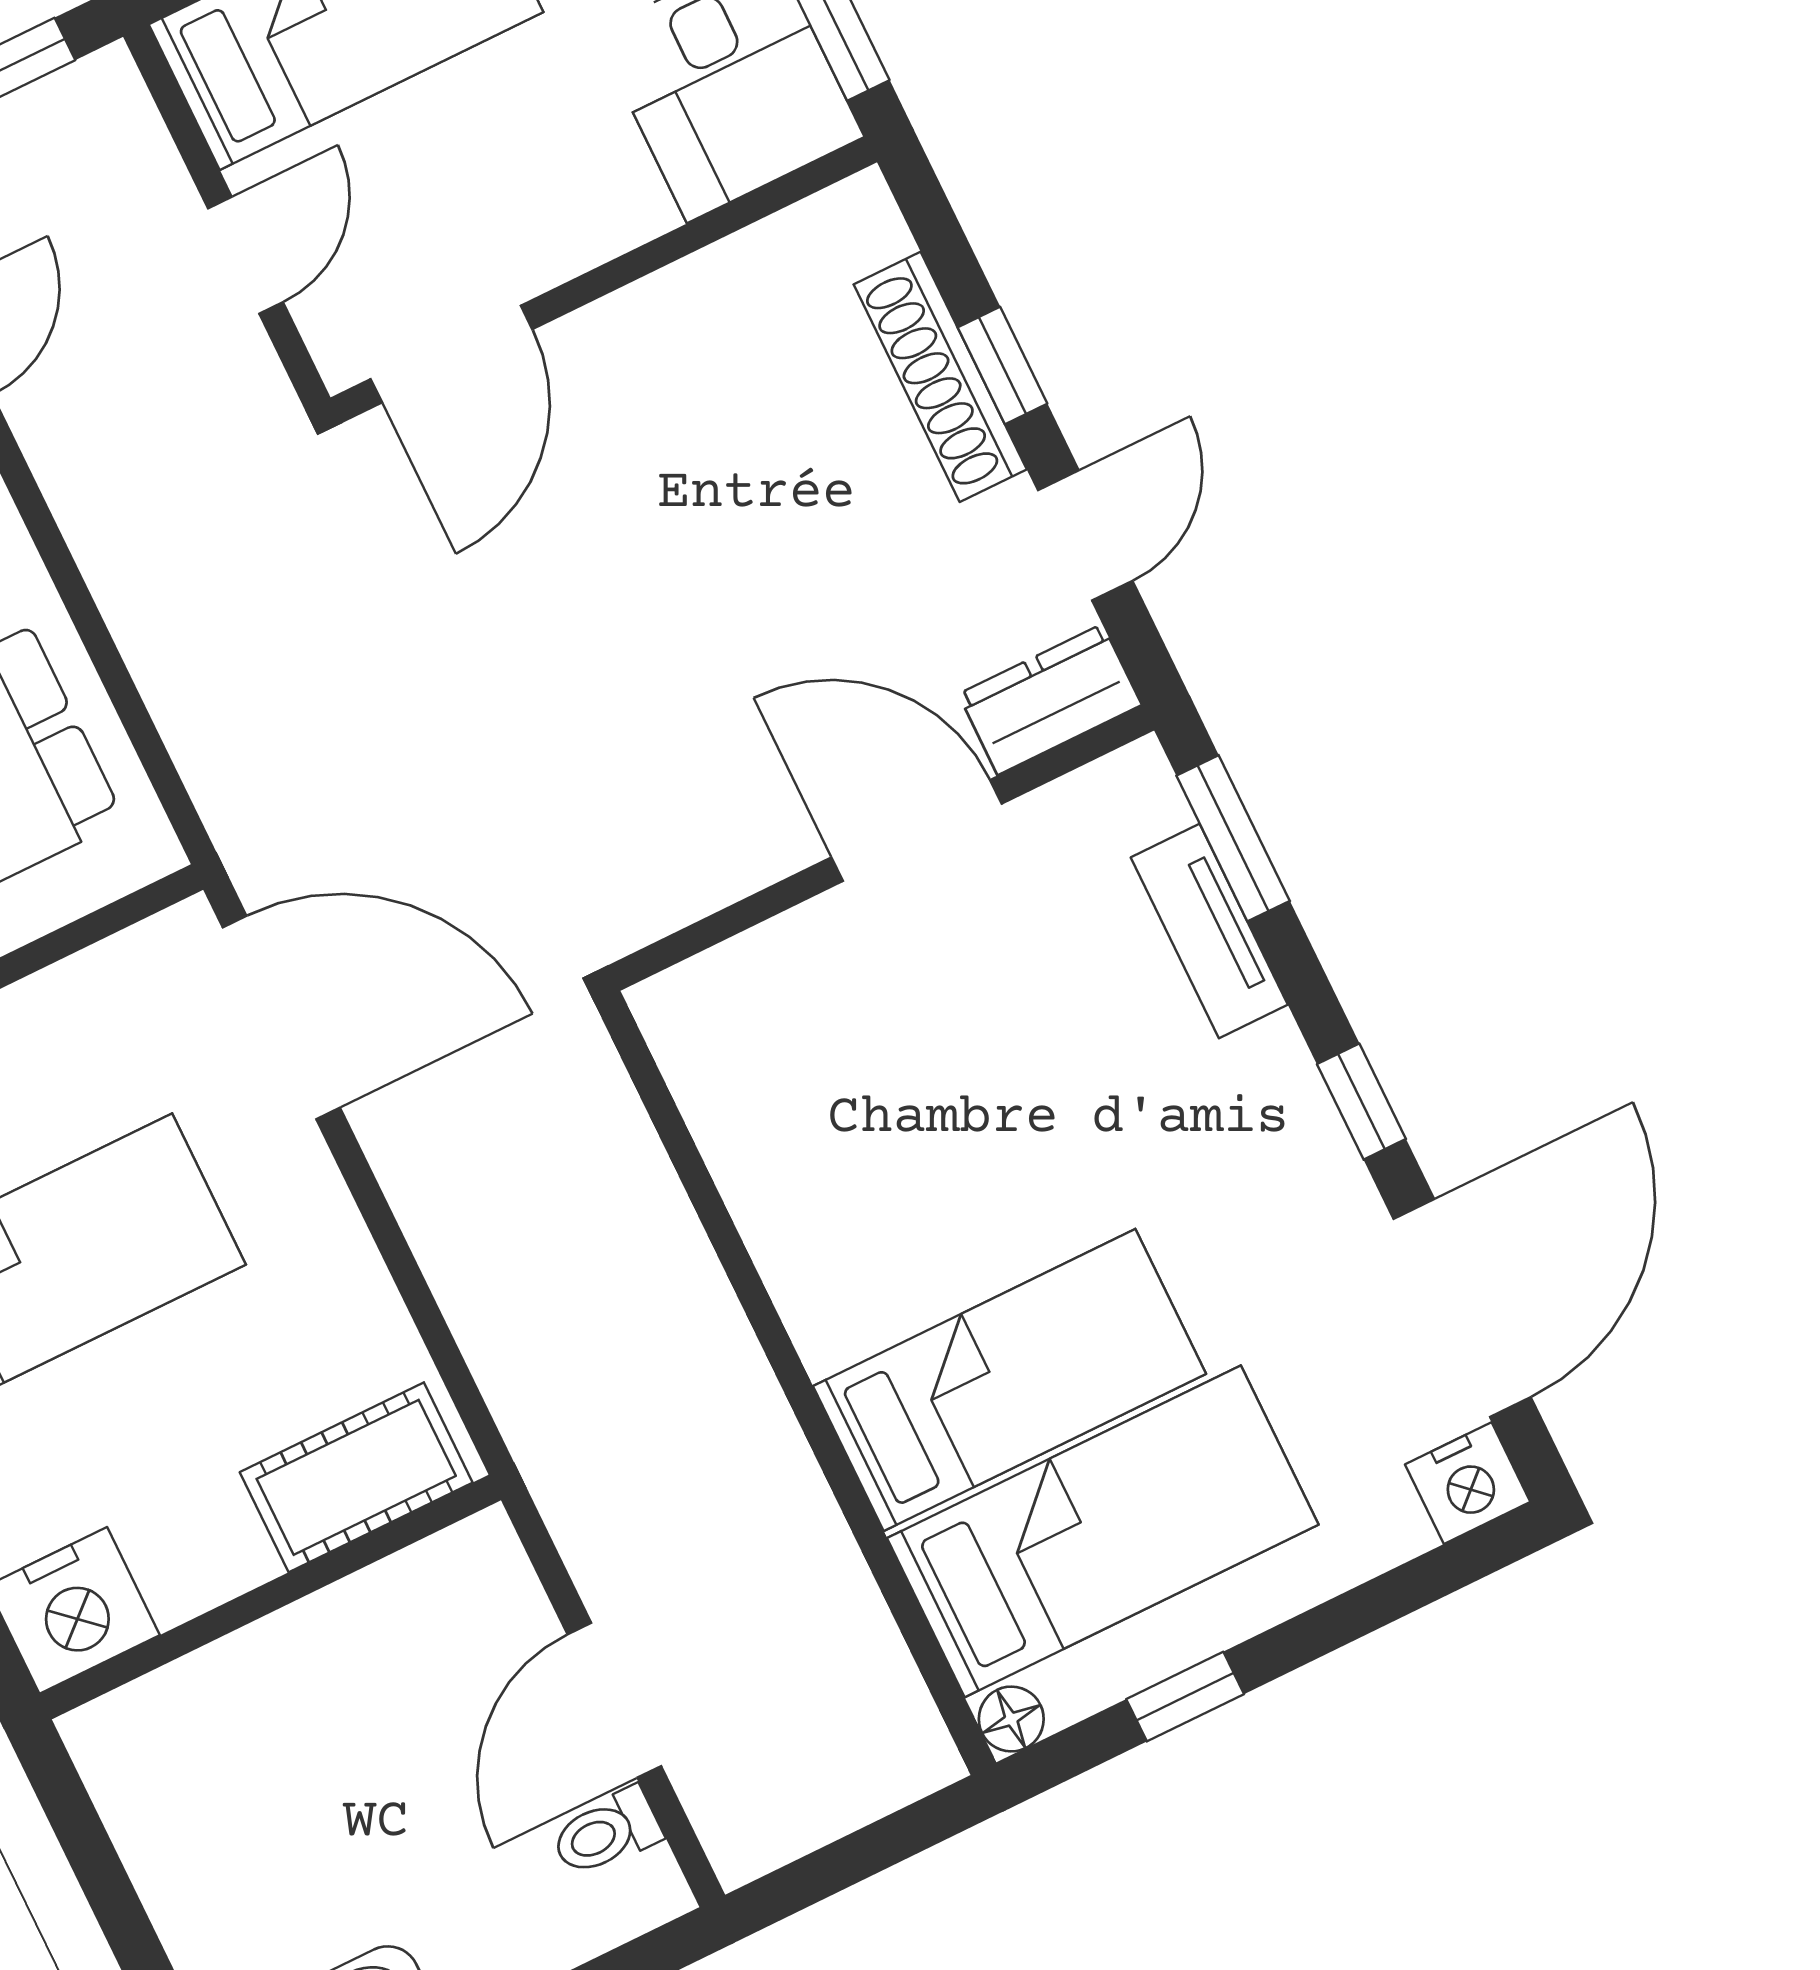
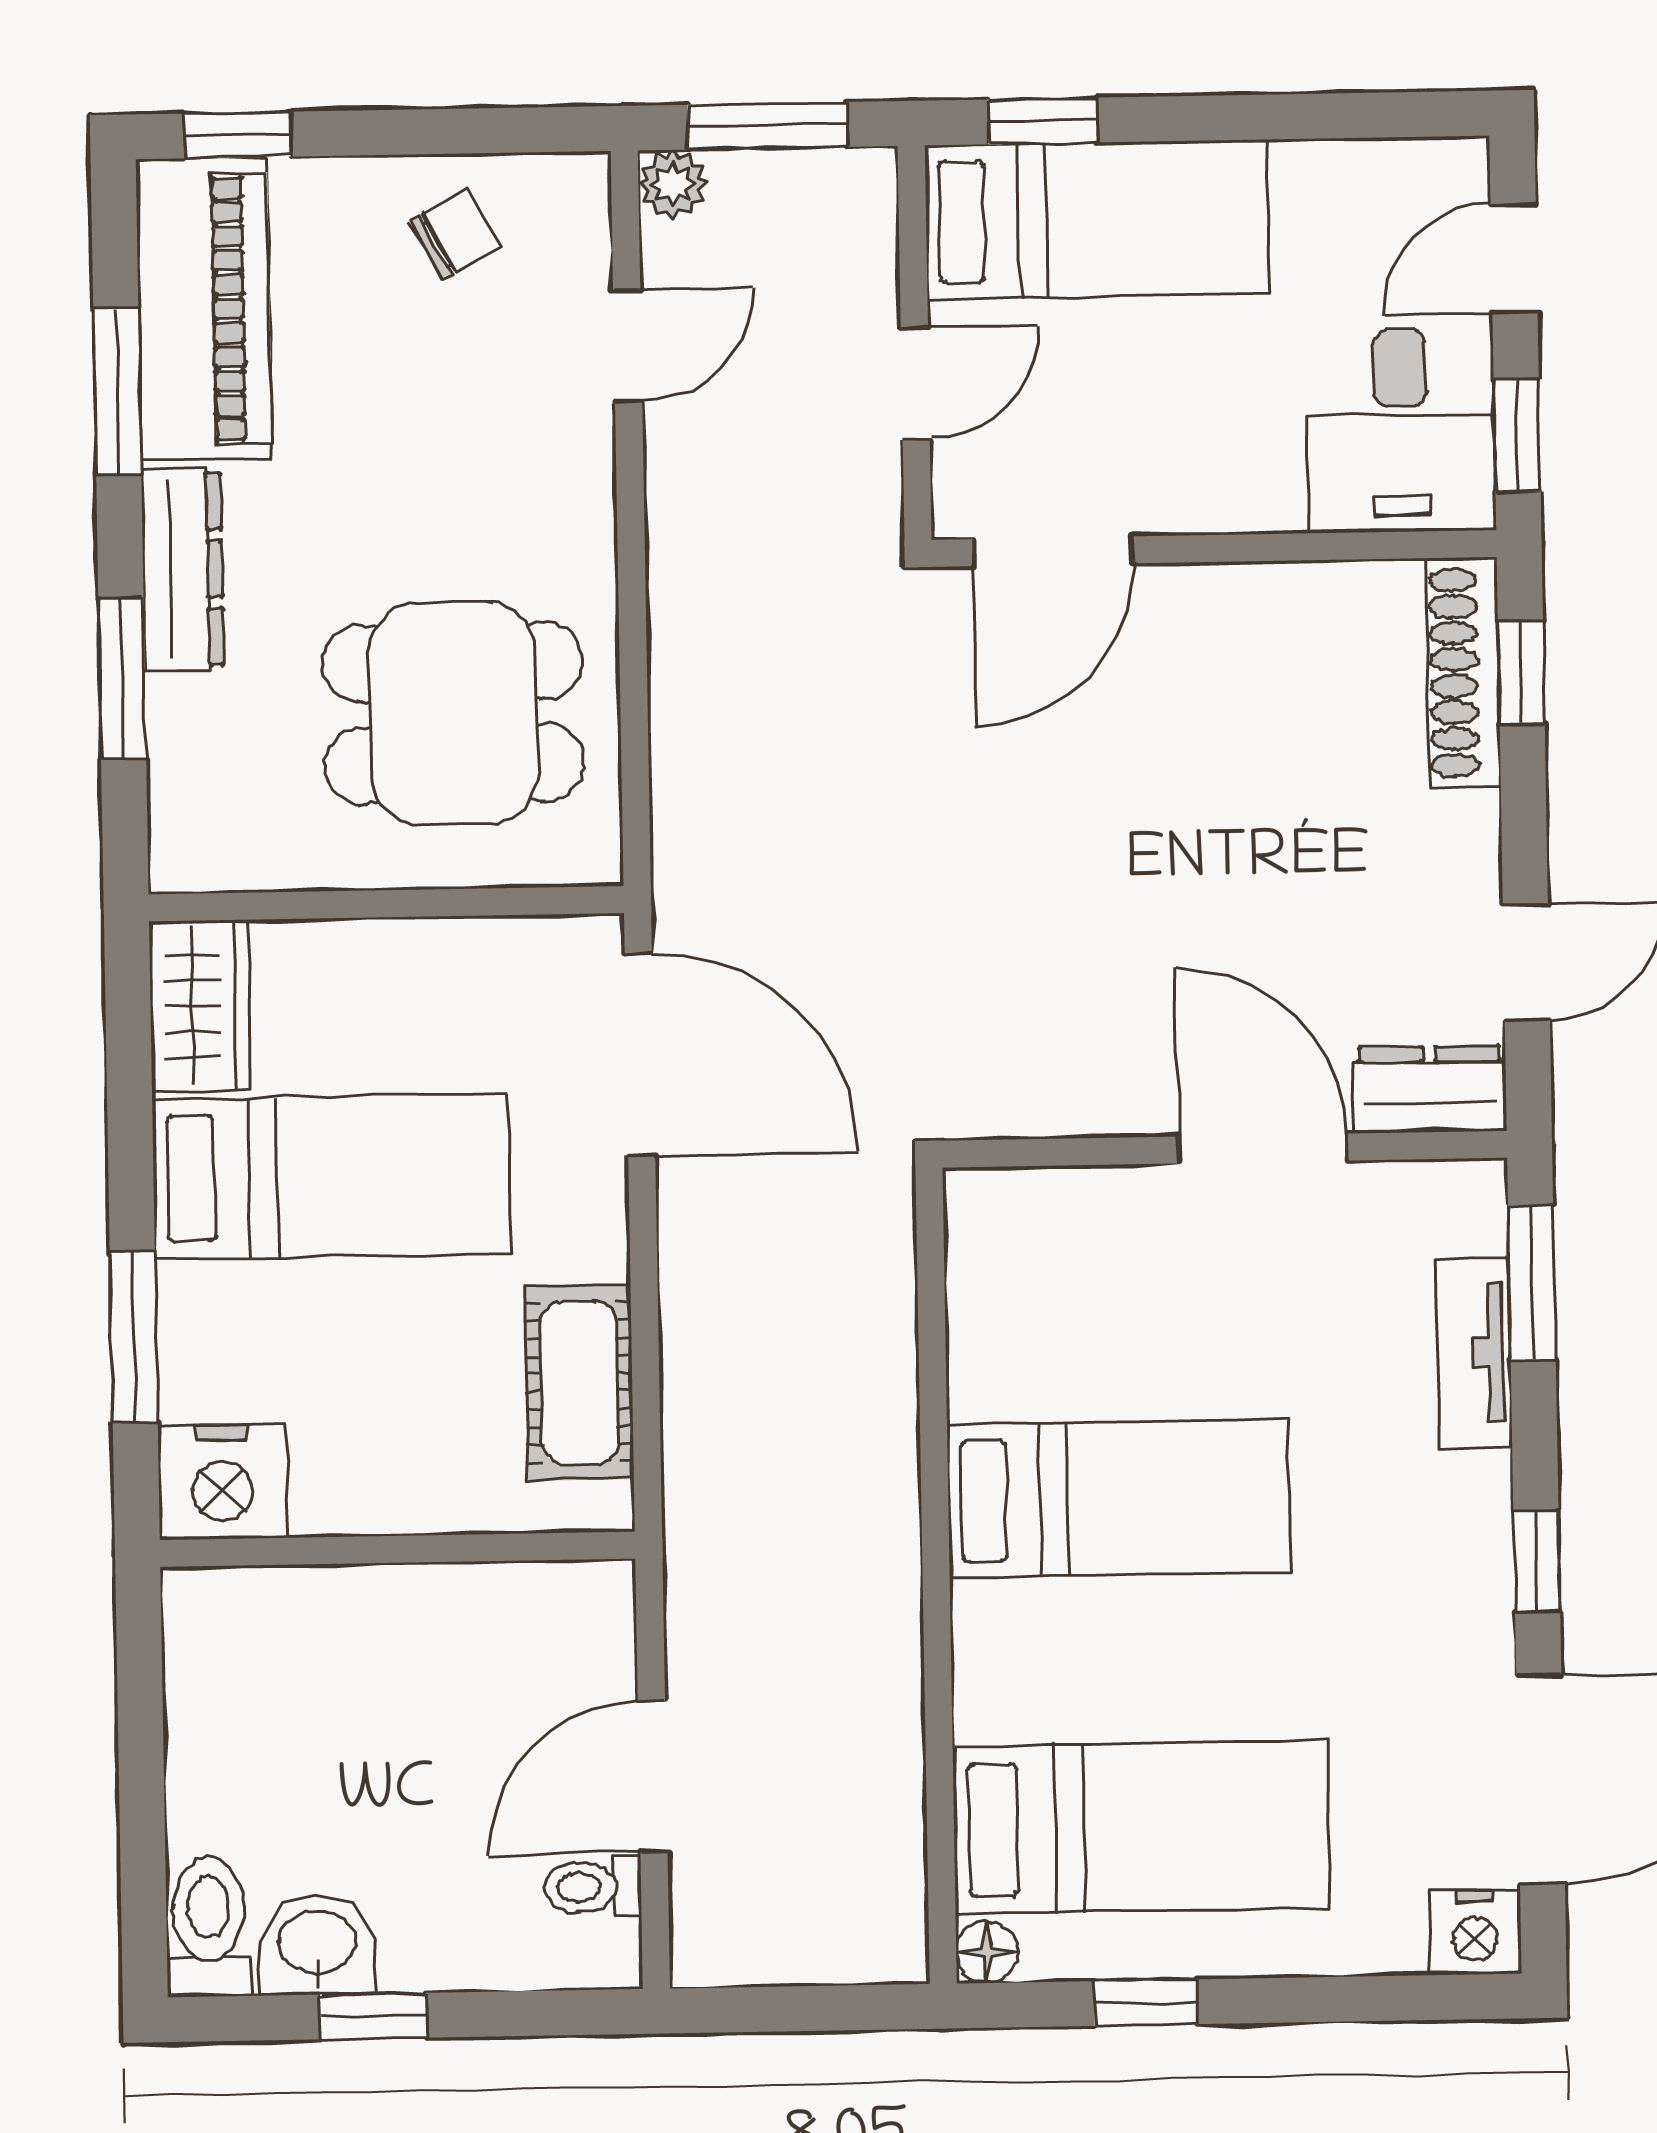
window: (1002, 366) -> (1521, 672), moved
shoe rack: (940, 377) -> (1463, 673), moved
bed: (1009, 1380) -> (1119, 1498), moved
cot: (356, 1477) -> (579, 1383), moved, turned 90

